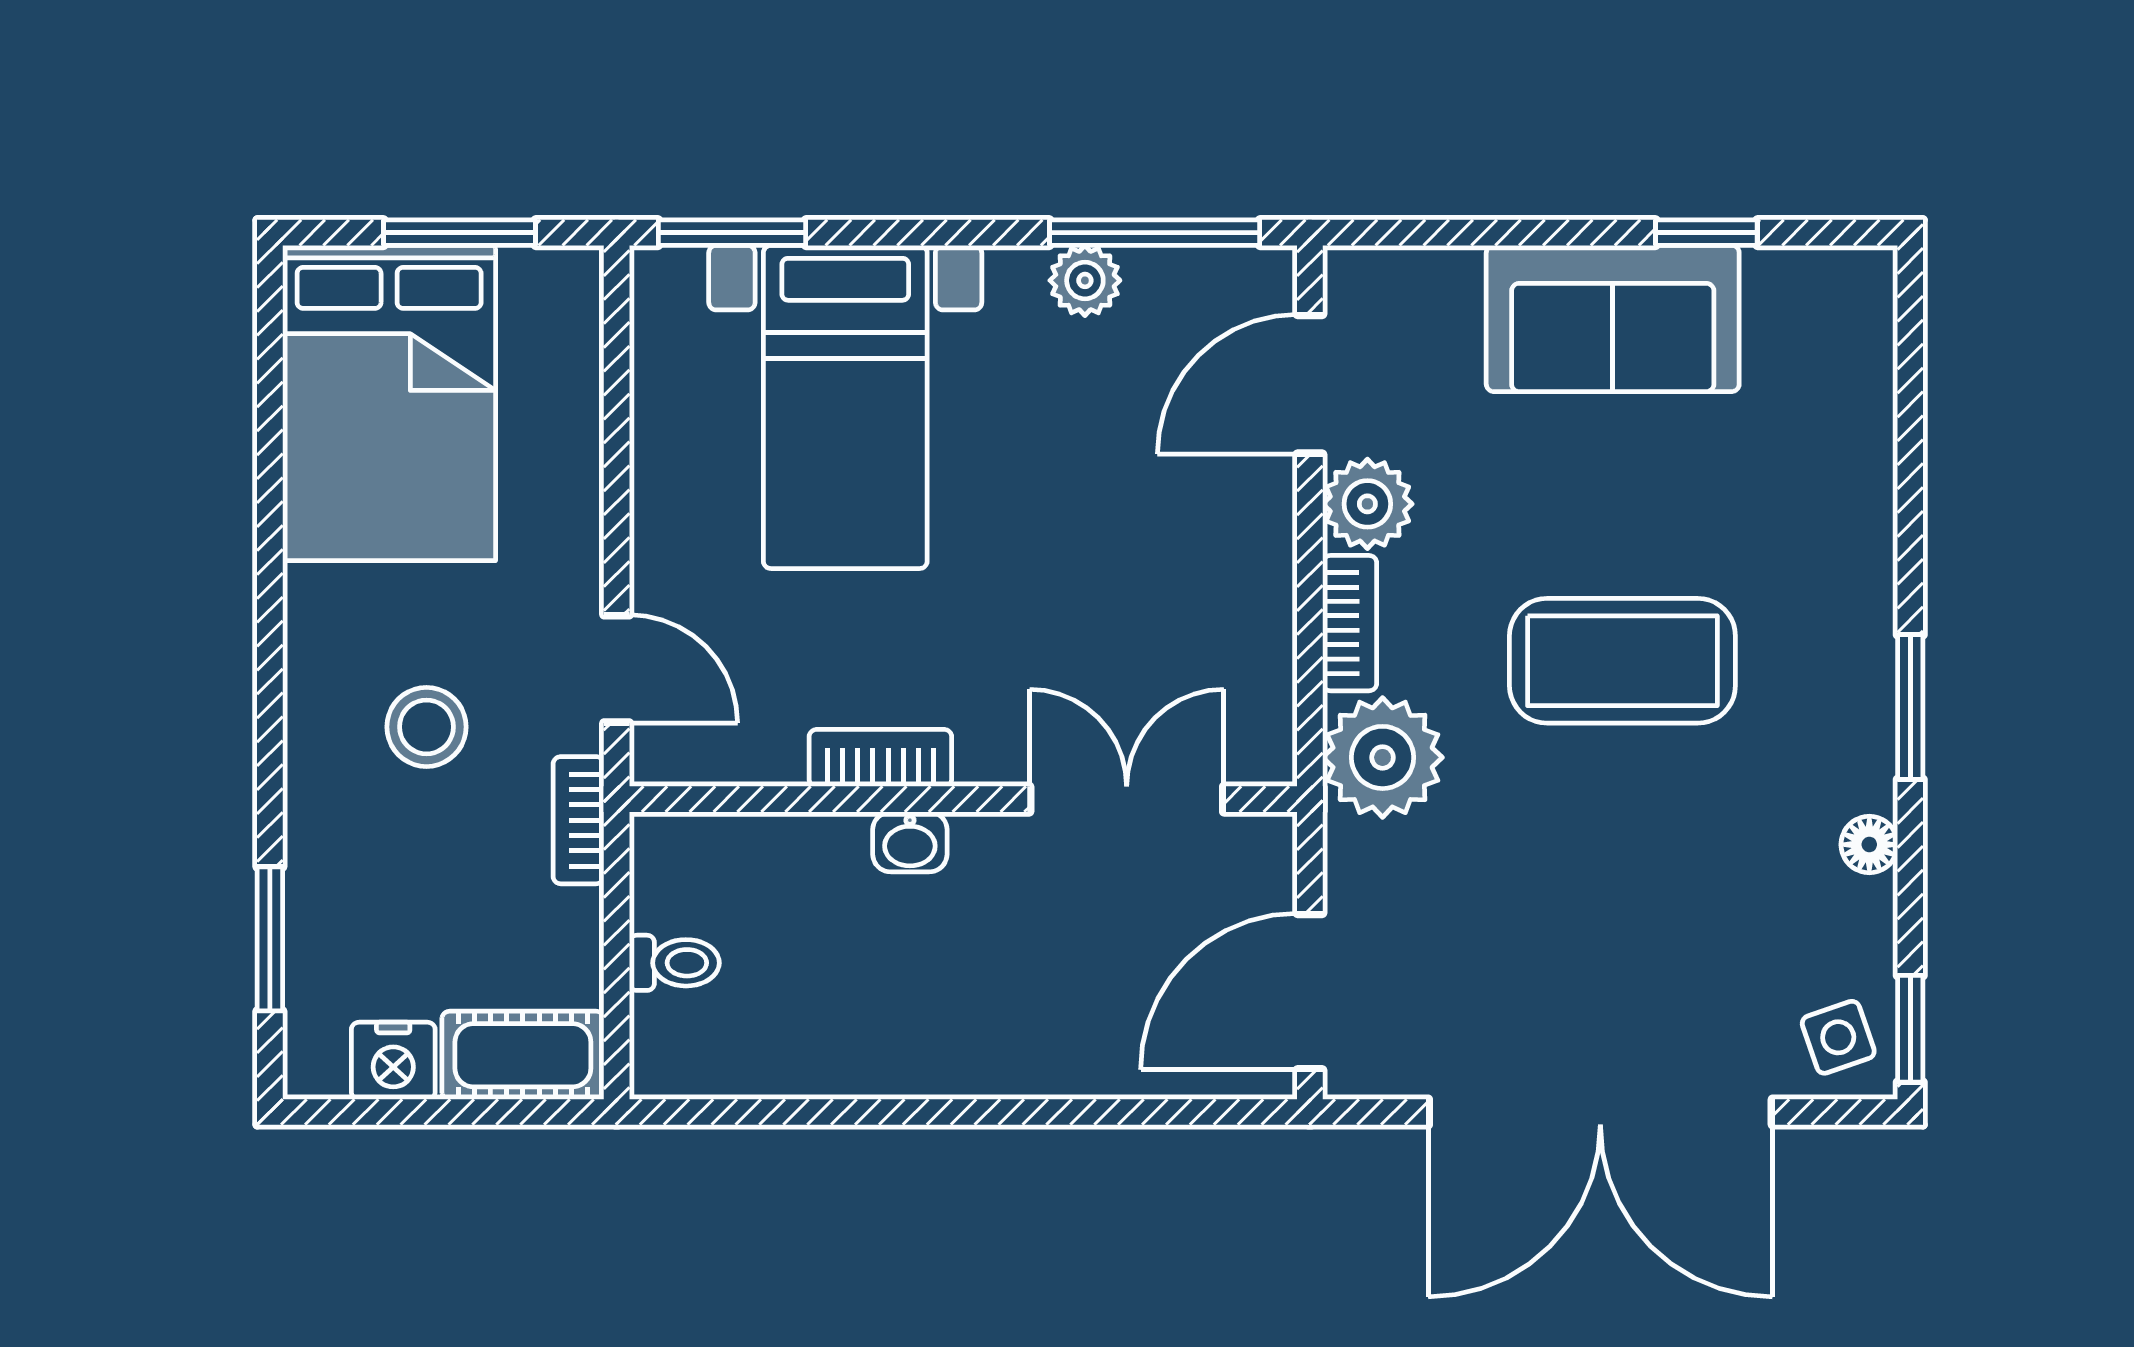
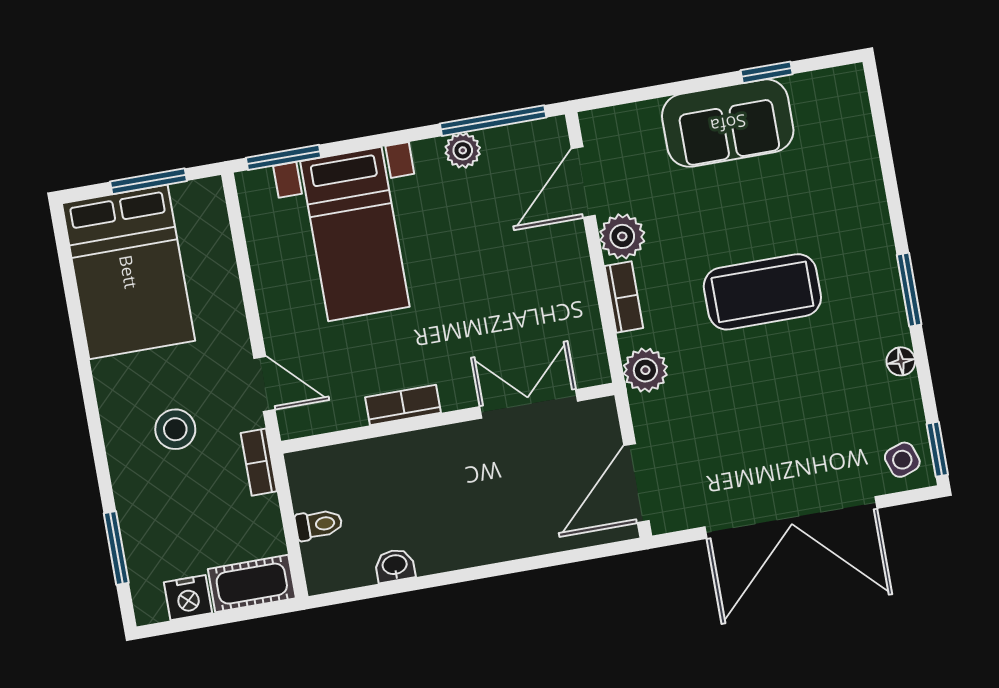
plant: (1383, 757) -> (645, 370), width x0.73, depth x0.73
washbasin: (910, 842) -> (395, 566), moved, turned 180

